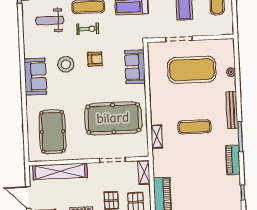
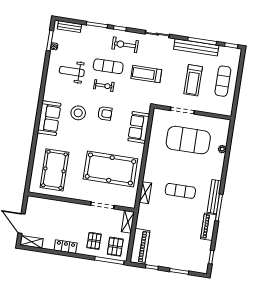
bench: (232, 110) -> (214, 197), moved
shelving: (60, 171) -> (54, 206), removed

